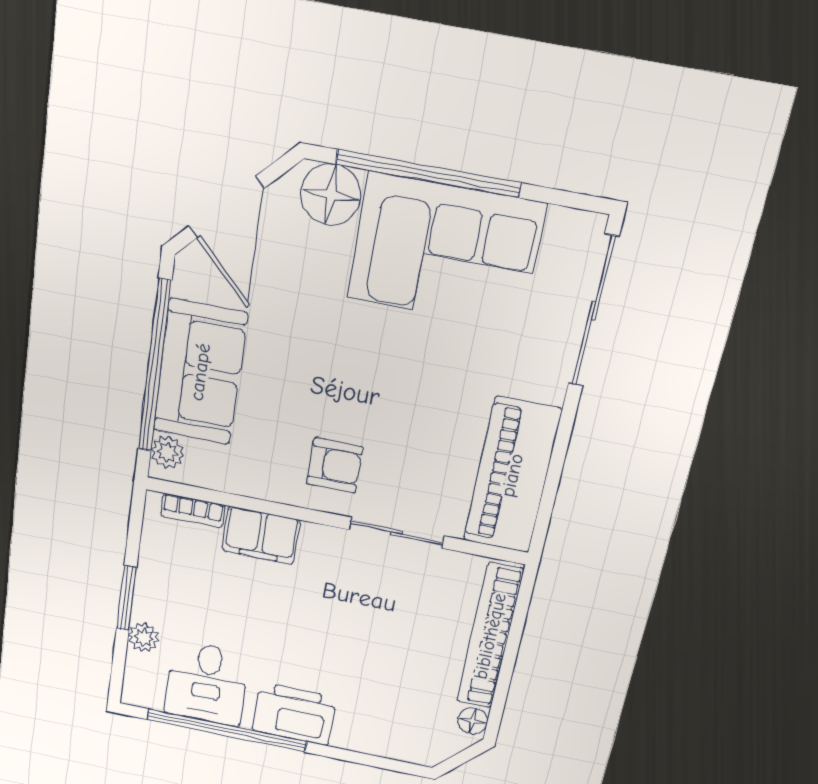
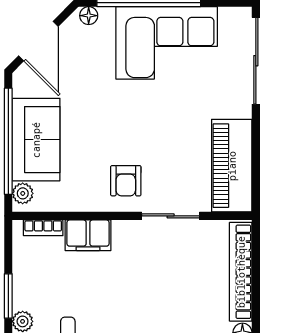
floor lamp: (331, 195) -> (89, 16), width x0.53, depth x0.53
armchair: (335, 465) -> (126, 181), turned 90

